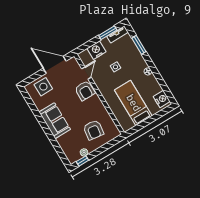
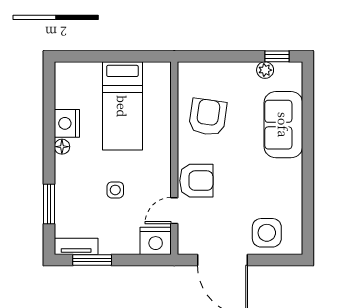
nightstand: (96, 50) -> (156, 241), moved
armchair: (85, 91) -> (196, 181), turned 90
nightstand: (162, 99) -> (67, 123), moved
sofa: (55, 121) -> (283, 125), moved
armchair: (93, 130) -> (208, 117), moved

